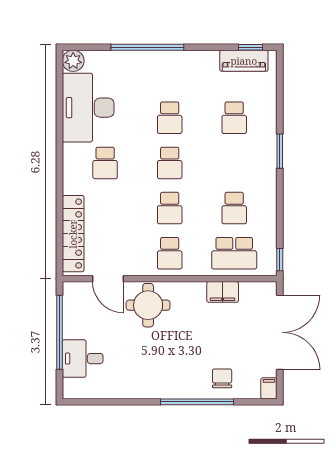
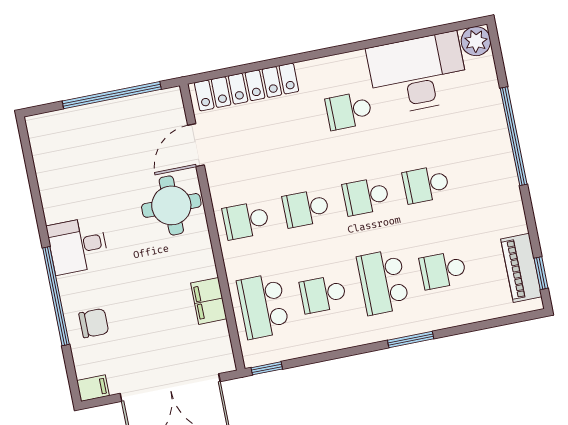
school desk: (234, 163) -> (383, 282), added
desk: (83, 359) -> (78, 246), moved, turned -90

